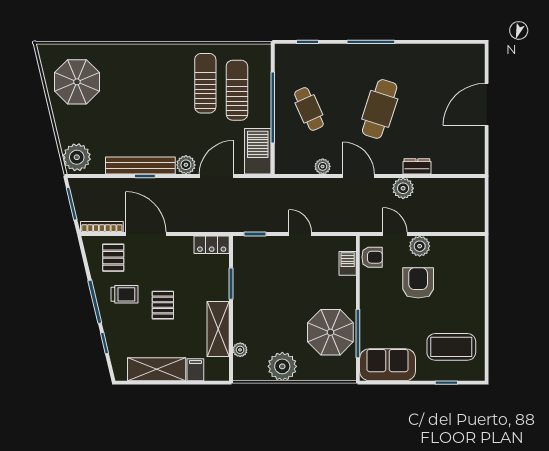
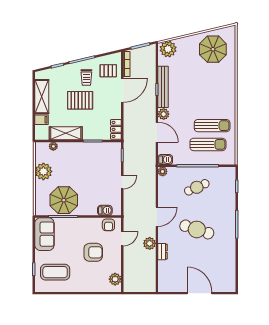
barbecue: (258, 151) -> (165, 160), width x0.53, depth x0.65
plant: (323, 166) -> (163, 171), moved
plant: (420, 246) -> (115, 279), moved
pallet: (163, 305) -> (80, 100), width x1.50, depth x1.42
coffee table: (451, 347) -> (55, 272), turned 90

